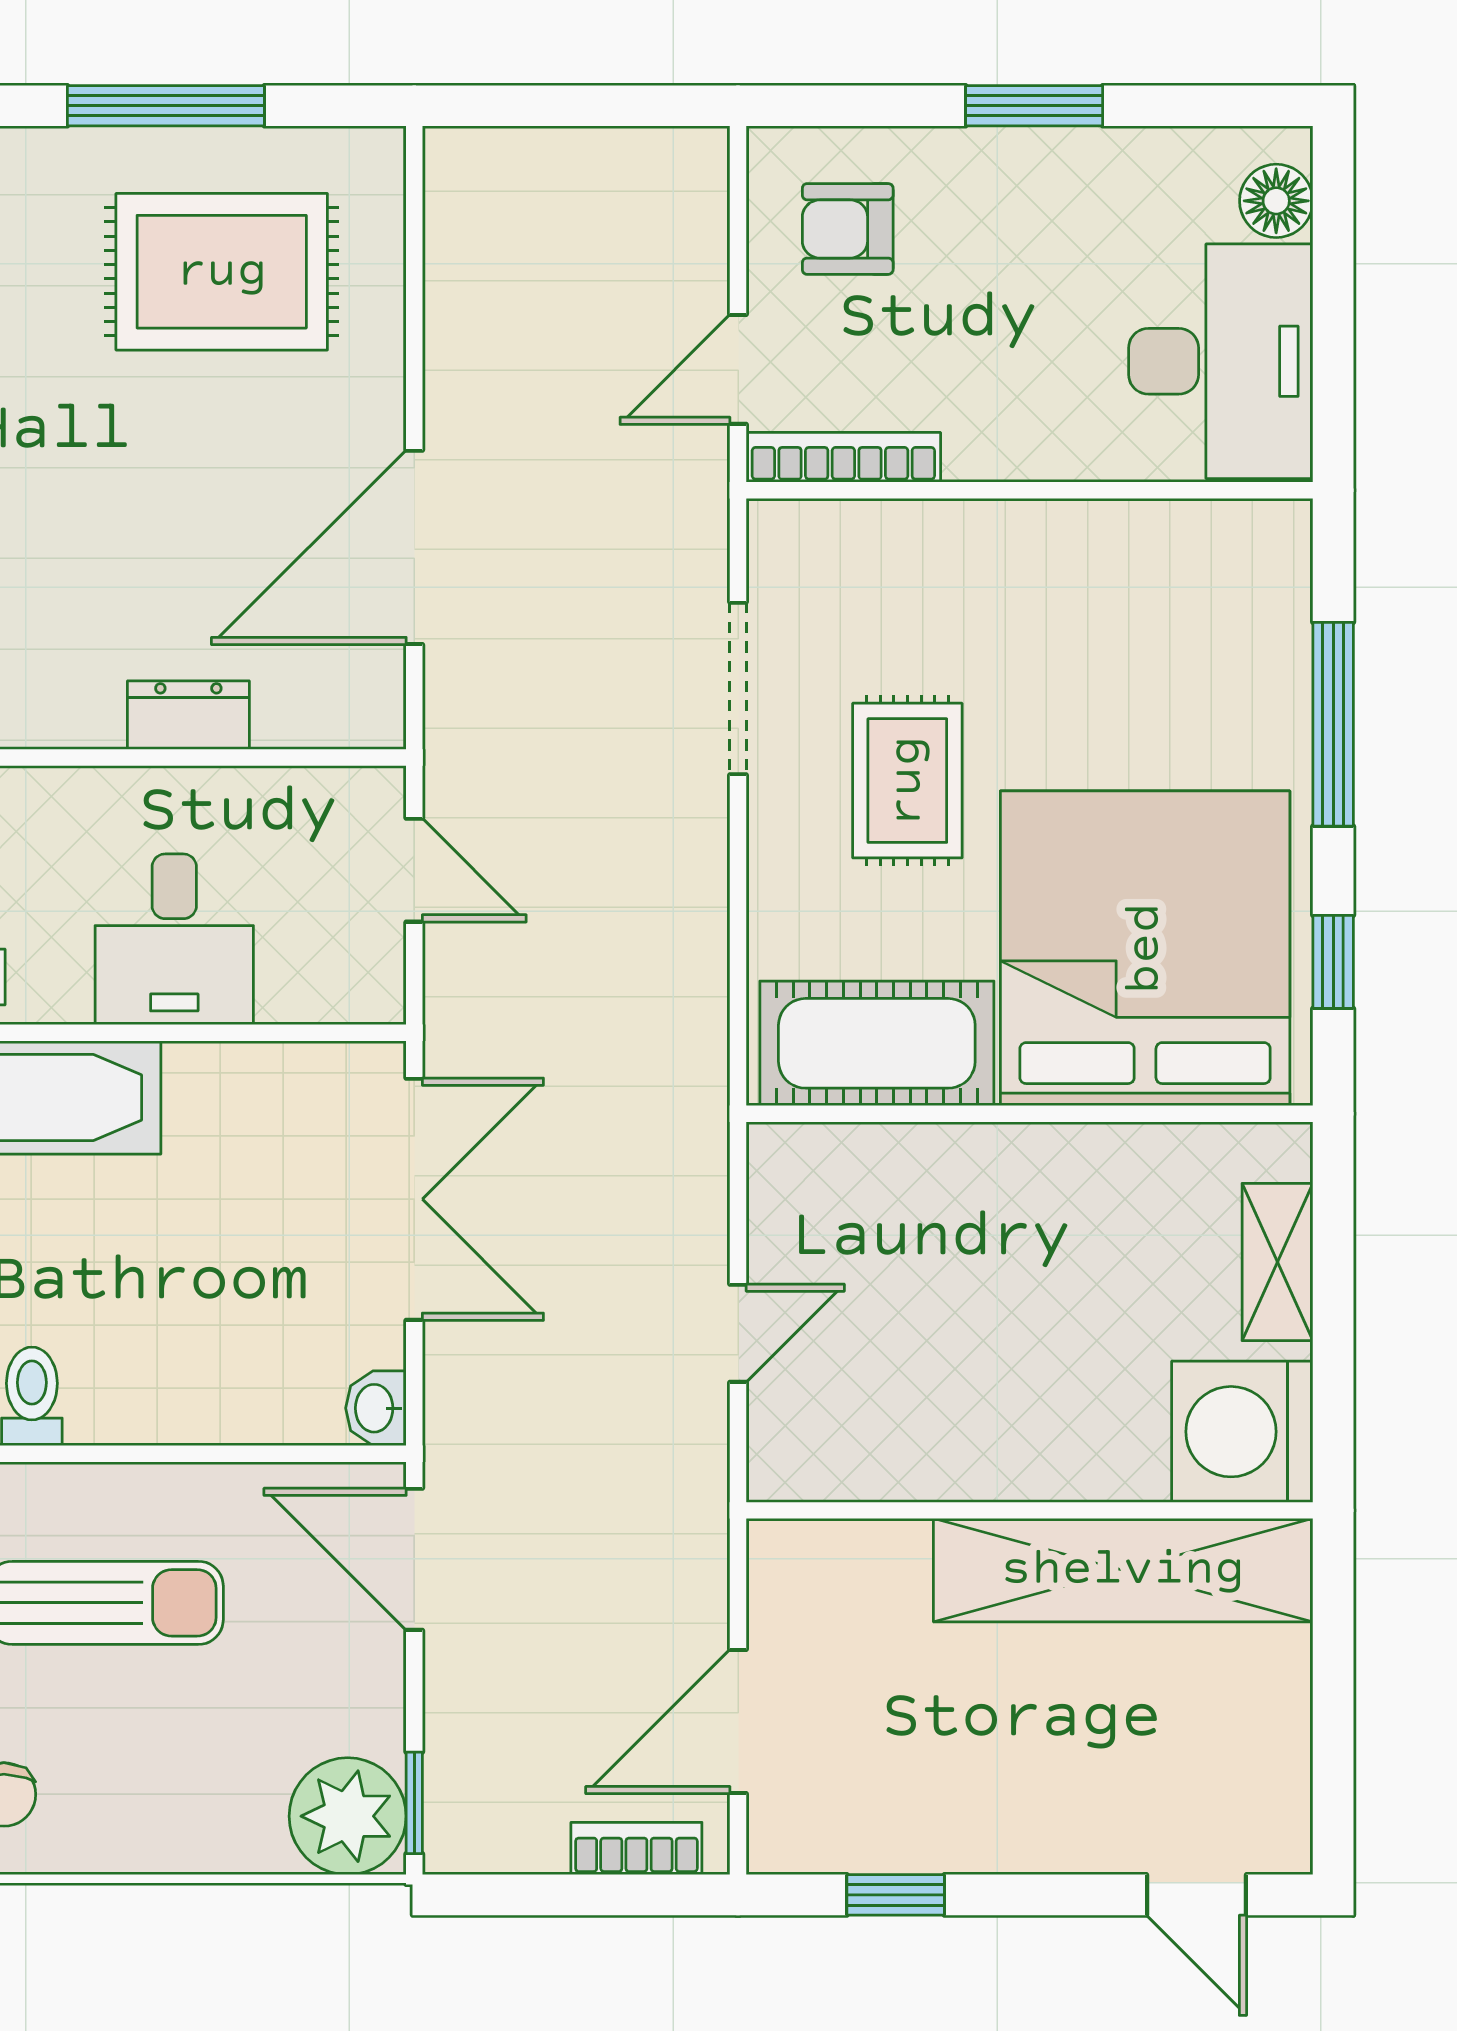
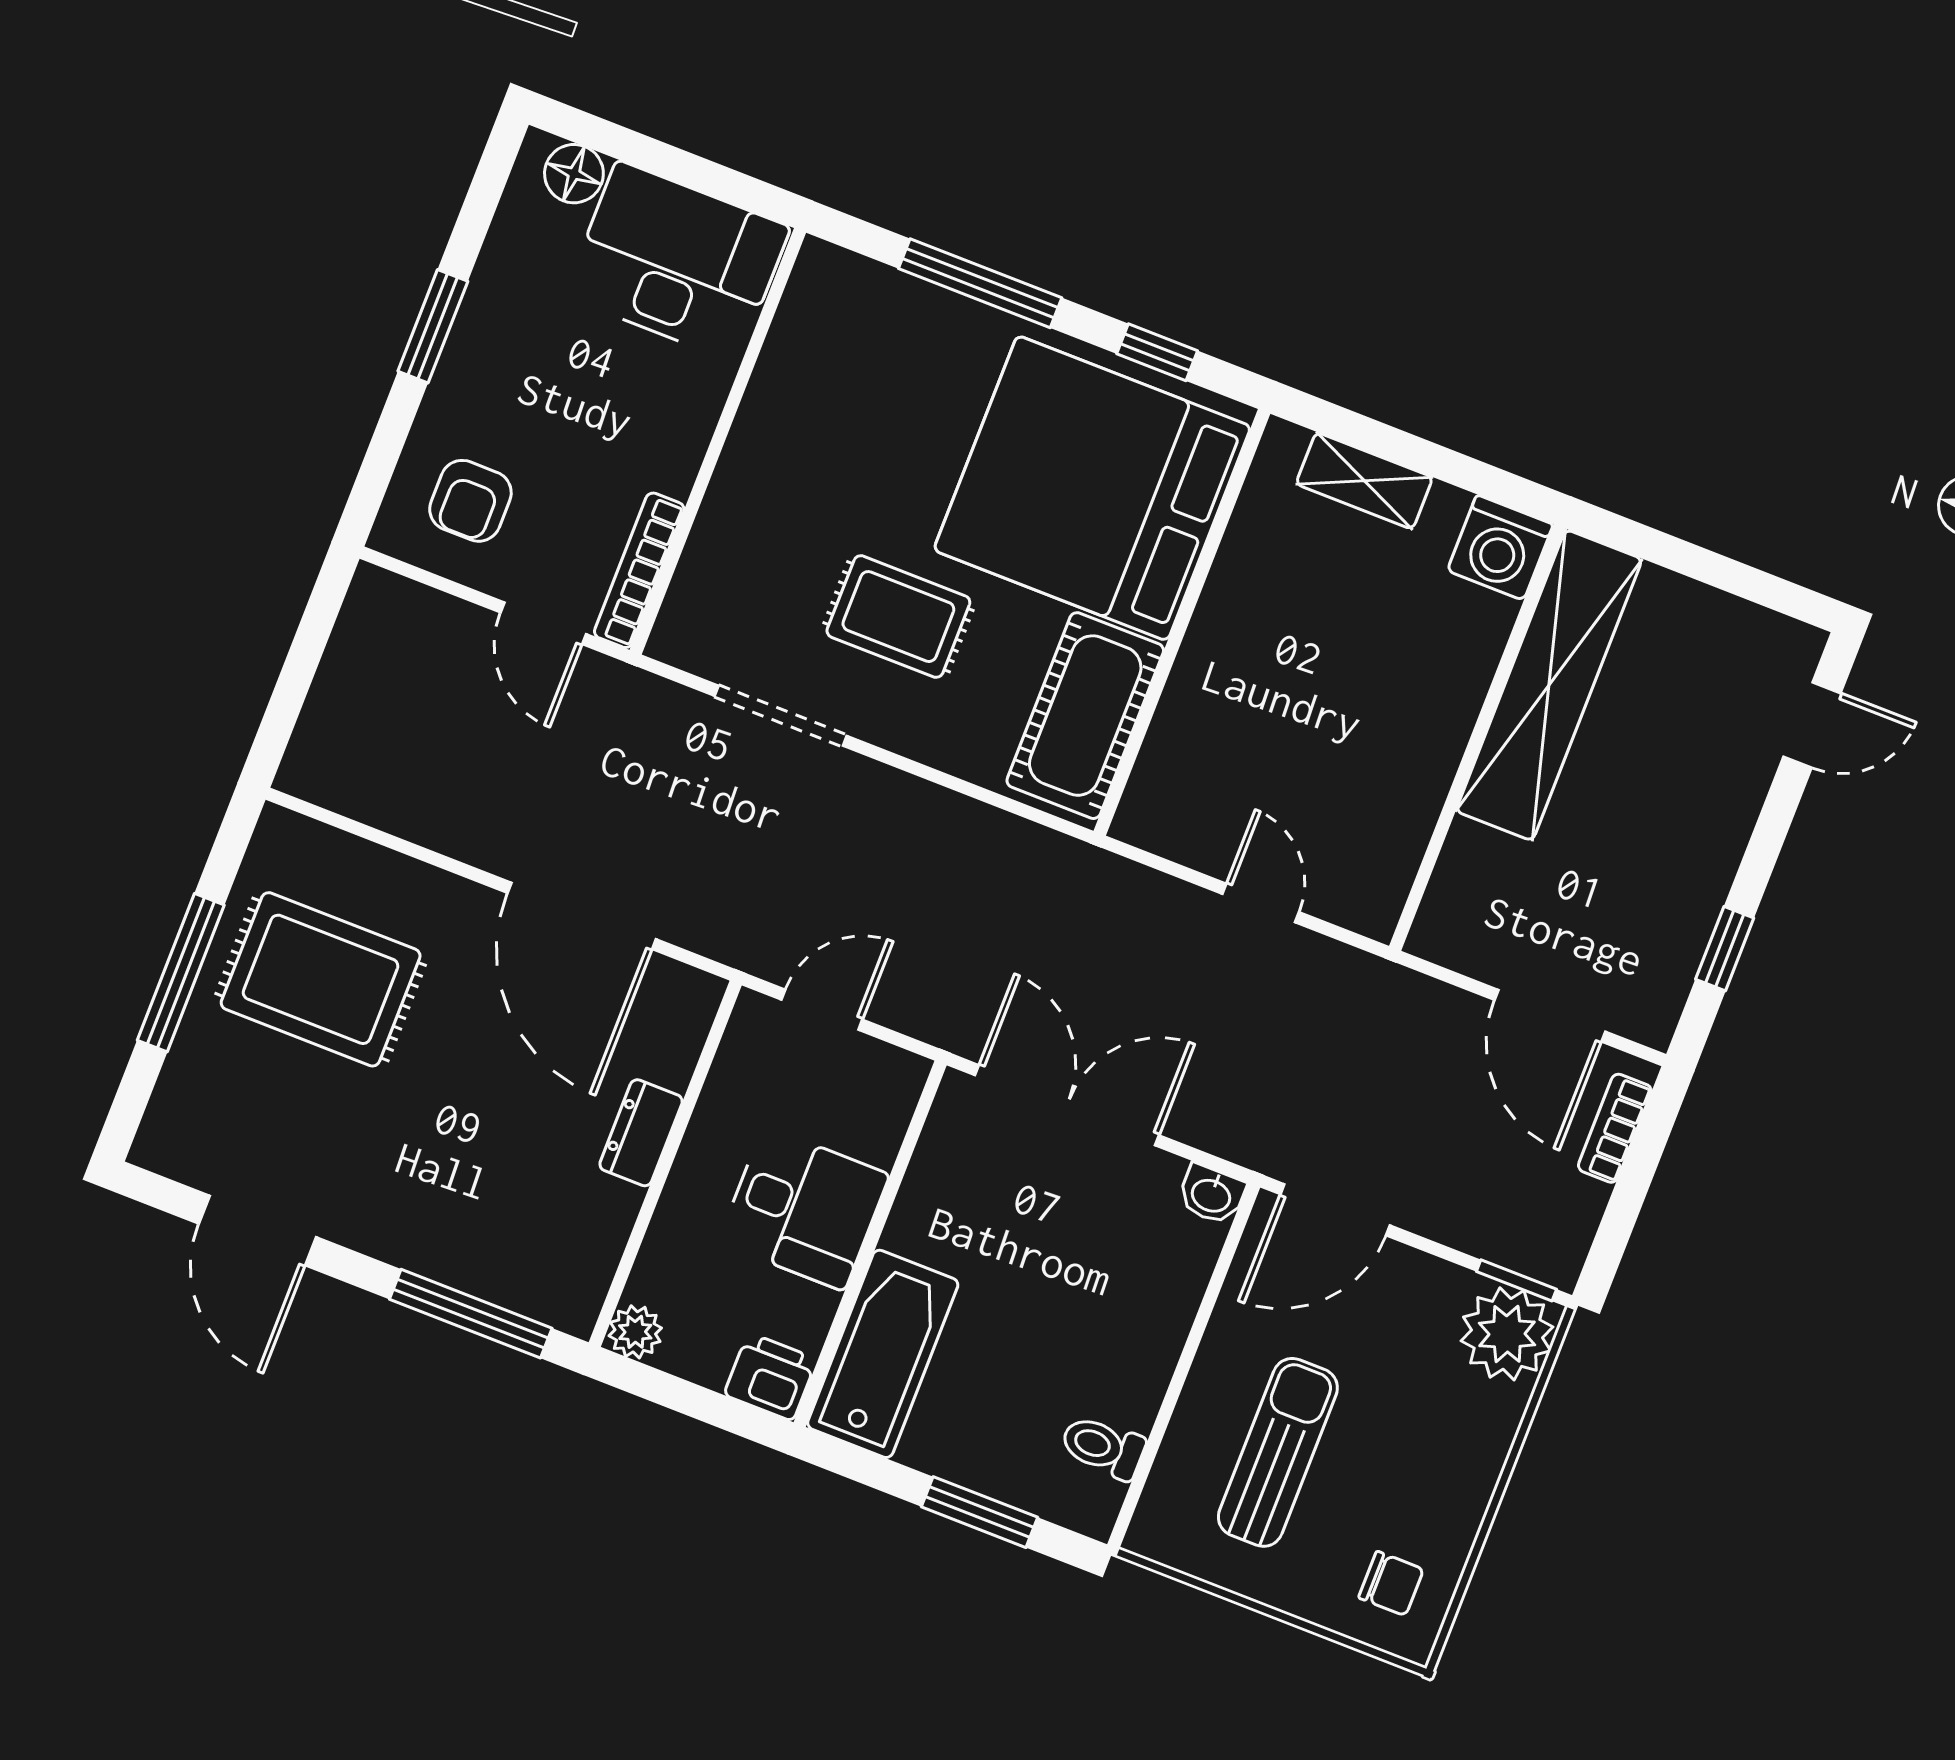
rug: (222, 272) -> (321, 979), turned 90
washing machine: (1242, 1432) -> (1500, 548), width x0.73, depth x0.73

